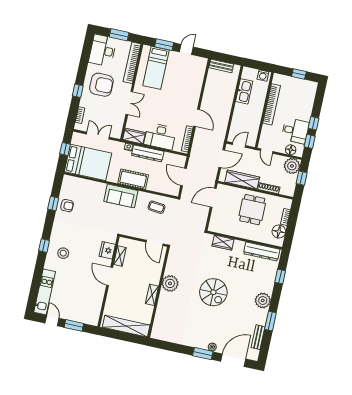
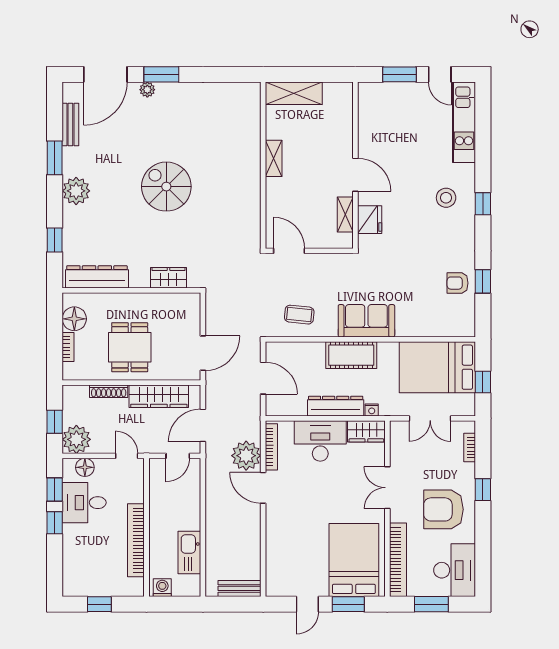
bed: (156, 68) -> (354, 560), width x1.50
plant: (170, 283) -> (246, 456), moved
shelving: (126, 326) -> (294, 93), width x0.68

